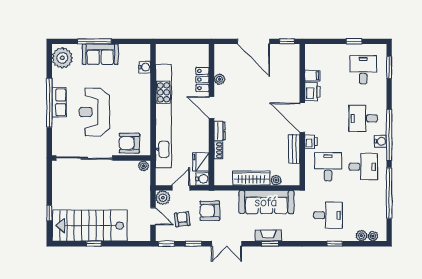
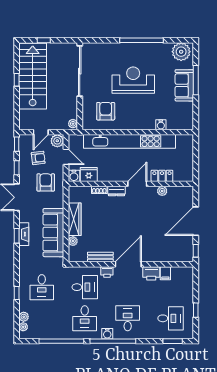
water cooler: (145, 67) -> (161, 125), moved
row of seats: (59, 102) -> (142, 49), removed
sliding door: (84, 158) -> (80, 71), moved
wall: (101, 158) -> (80, 86), moved
plant: (144, 166) -> (73, 124), moved

